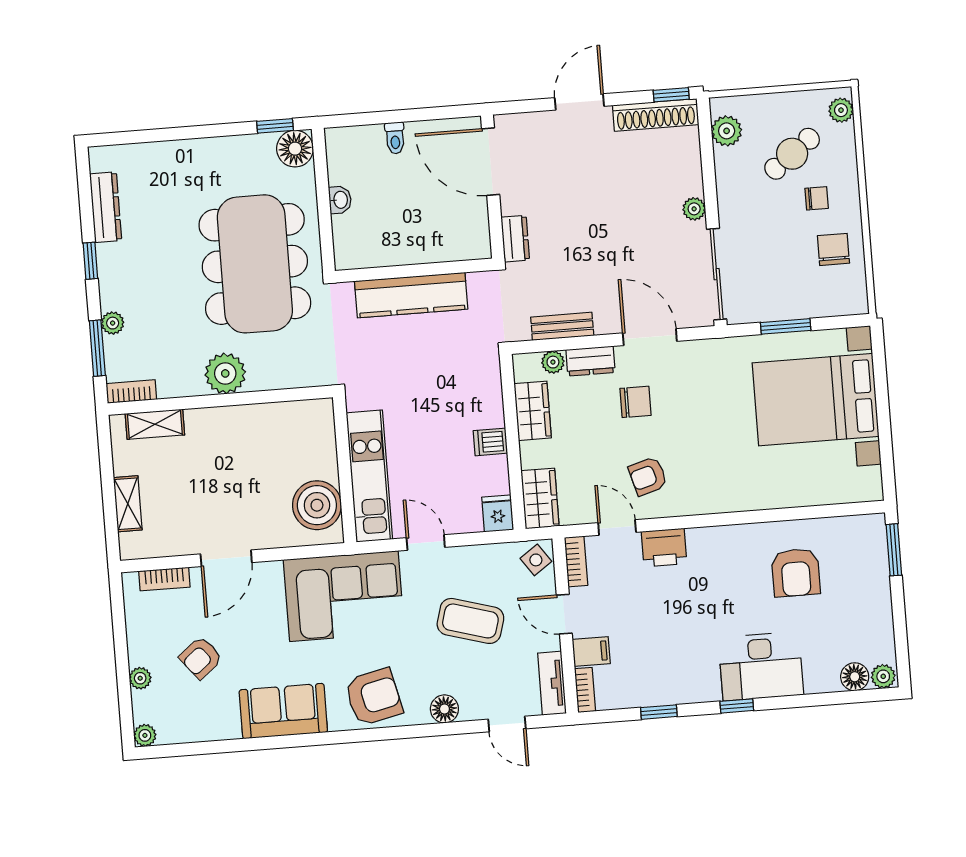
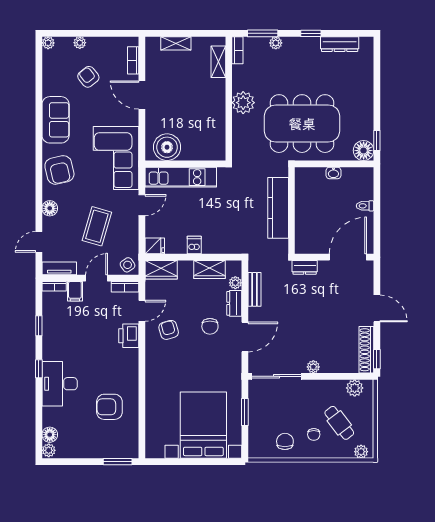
chair: (833, 249) -> (285, 441), turned -90

